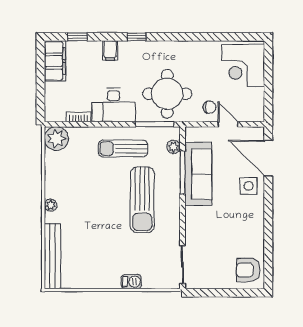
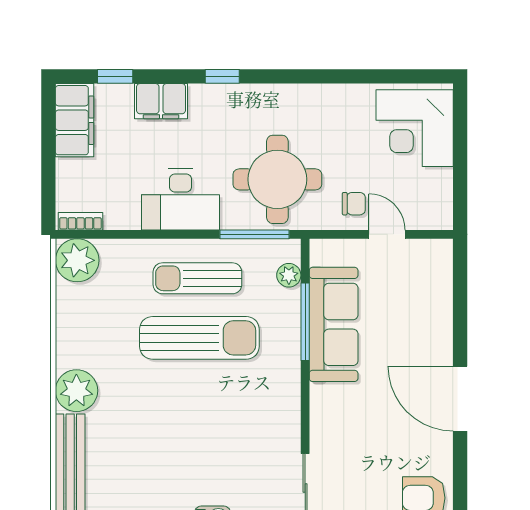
filing cabinet: (110, 50) -> (161, 101), width x2.00
bookcase: (79, 117) -> (80, 221), moved
door: (268, 158) -> (460, 399), moved
side table: (249, 186) -> (424, 346), removed
sun lounger: (142, 200) -> (199, 338), moved, turned -90
plant: (51, 205) -> (76, 391), width x1.88, depth x1.88

